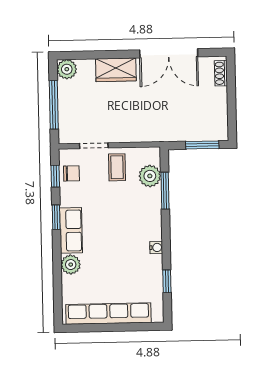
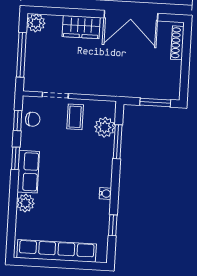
shoe rack: (221, 73) -> (177, 43), width x1.43

